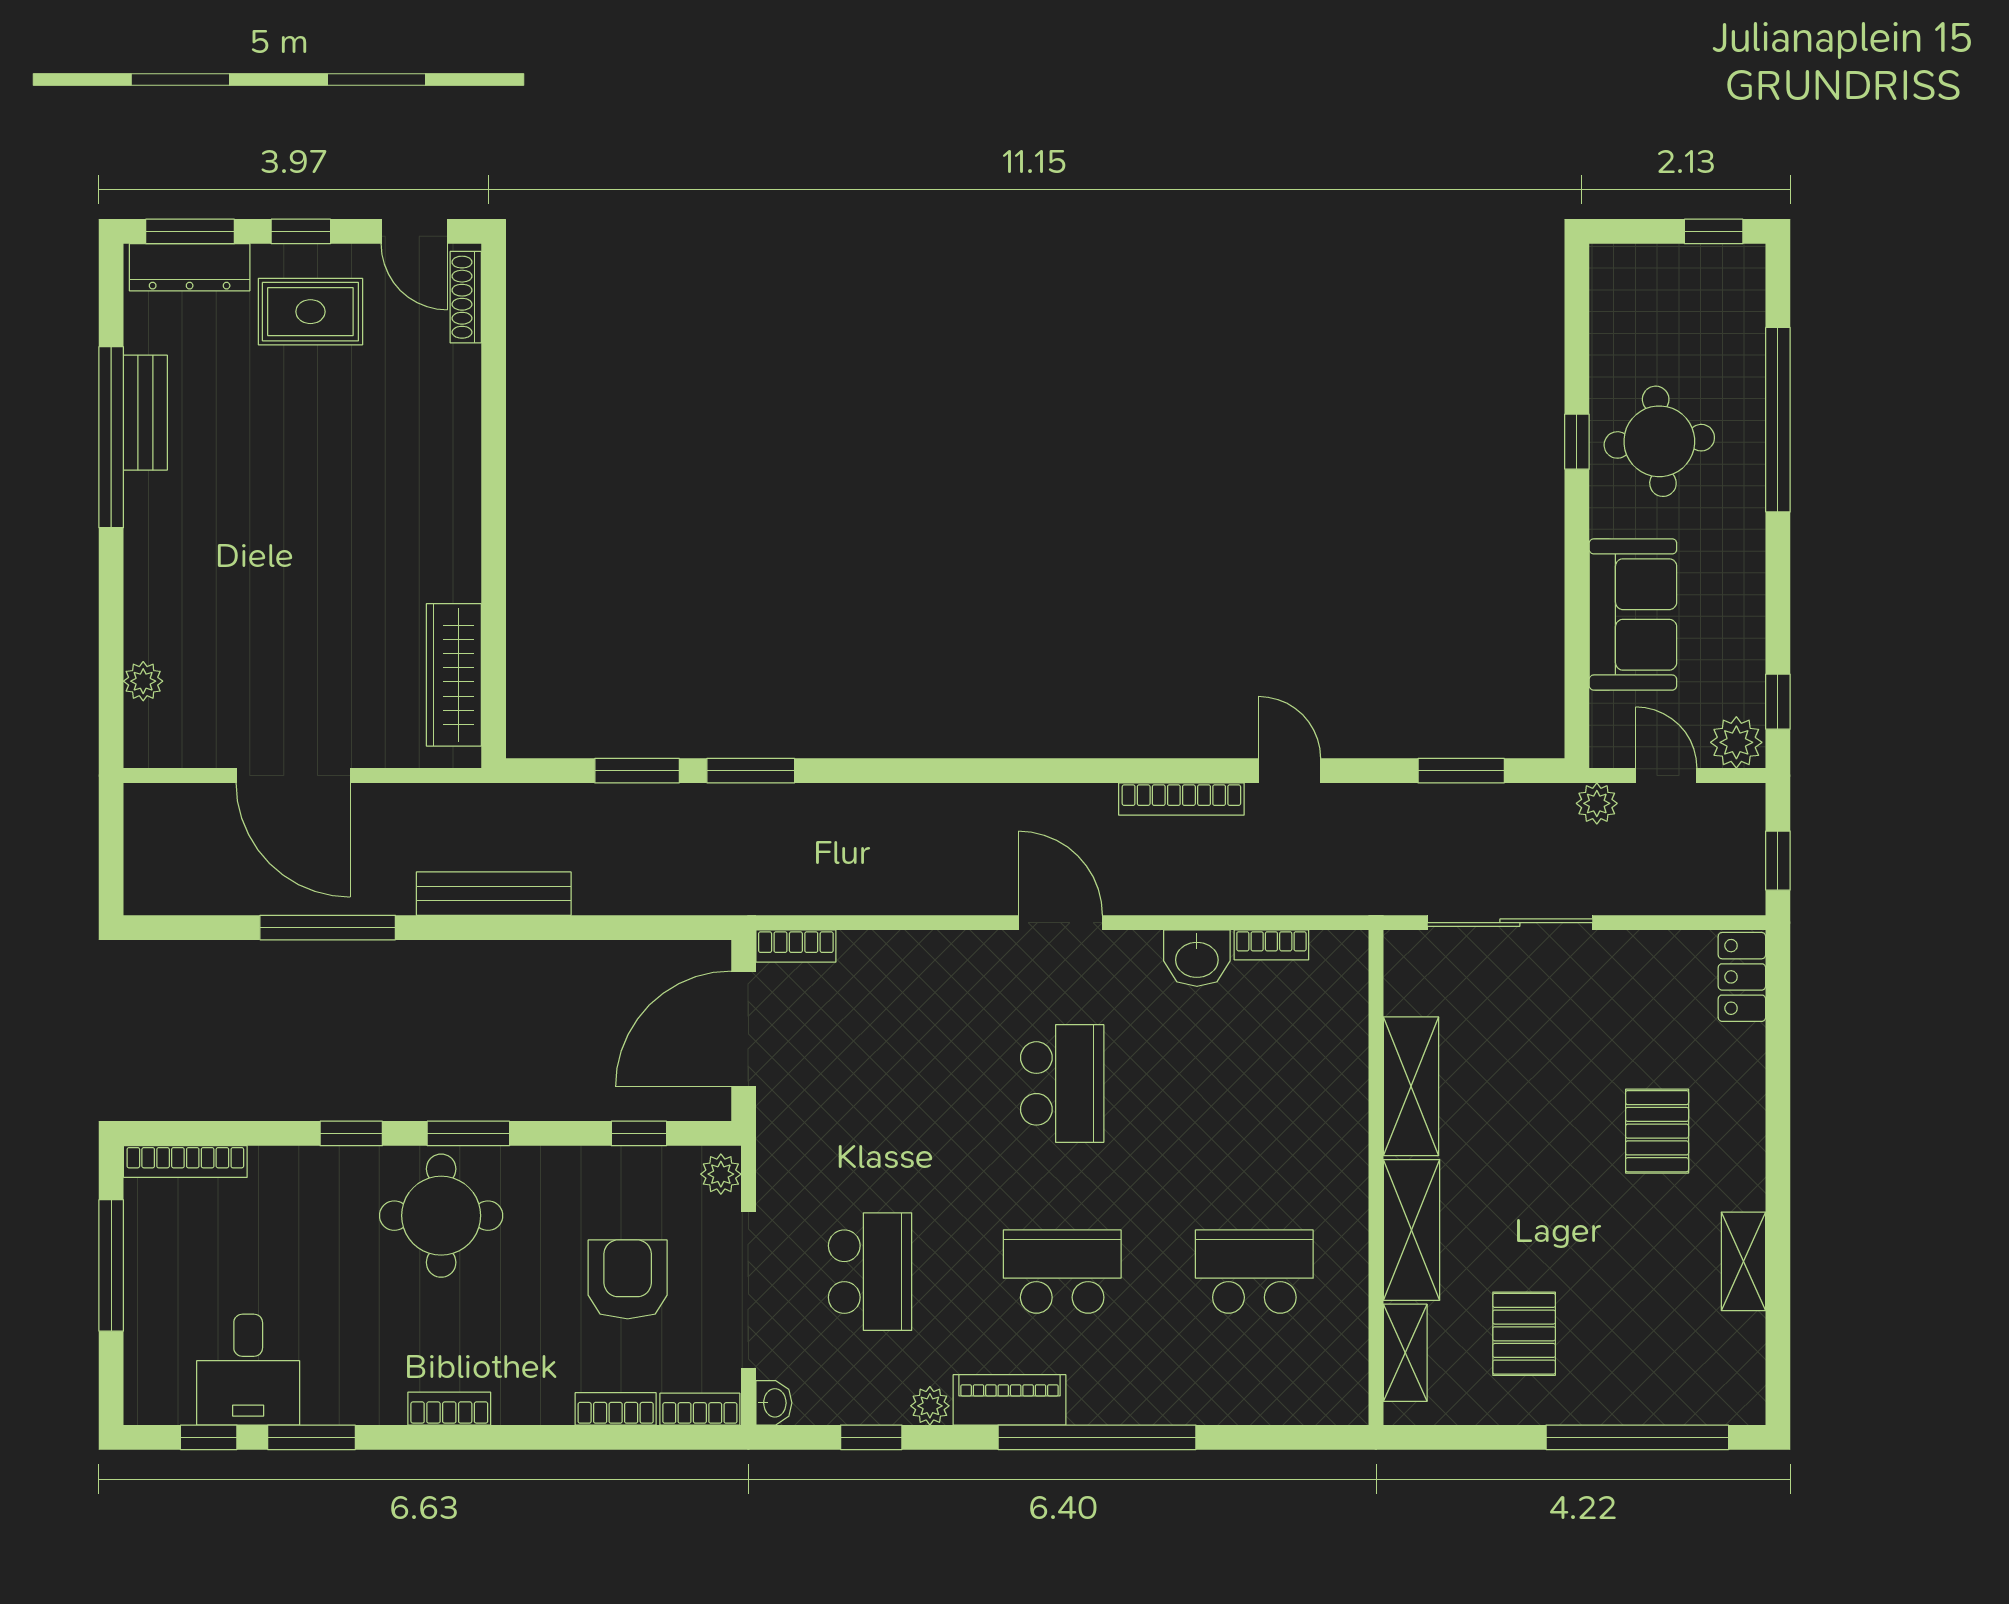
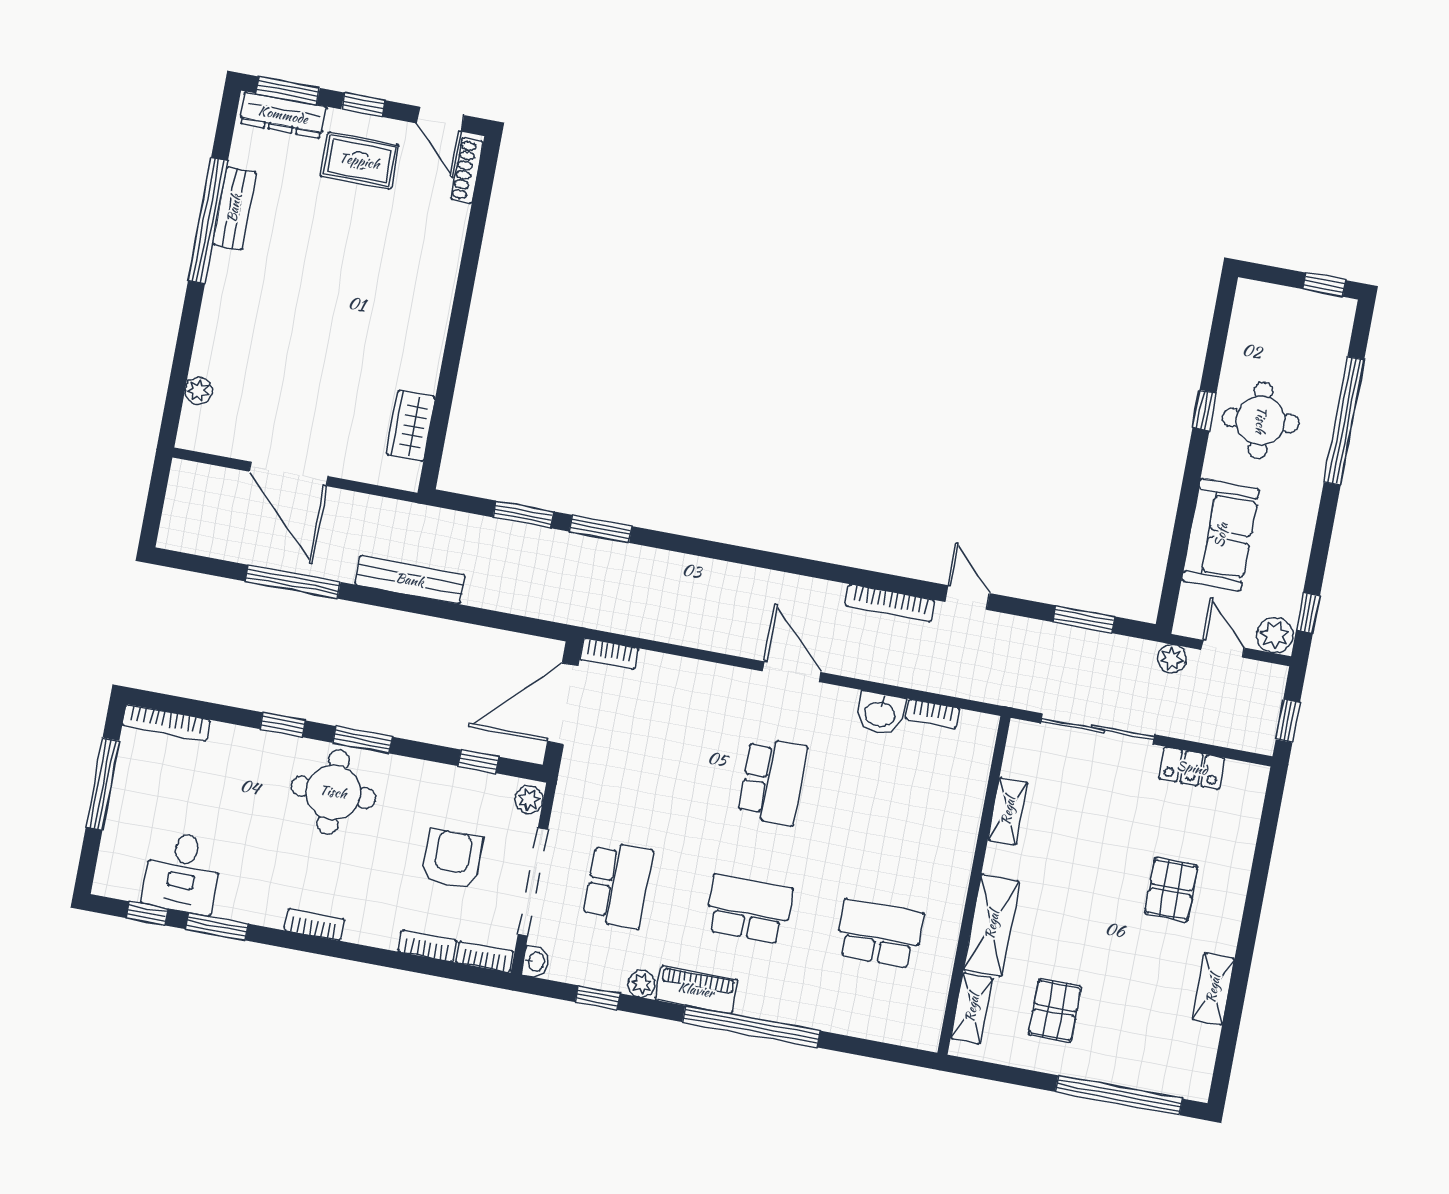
wardrobe: (454, 675) -> (411, 426), width x0.67
locker: (1742, 977) -> (1192, 768), moved, turned -90
shelving: (1411, 1086) -> (1008, 811), width x0.67, depth x0.75

